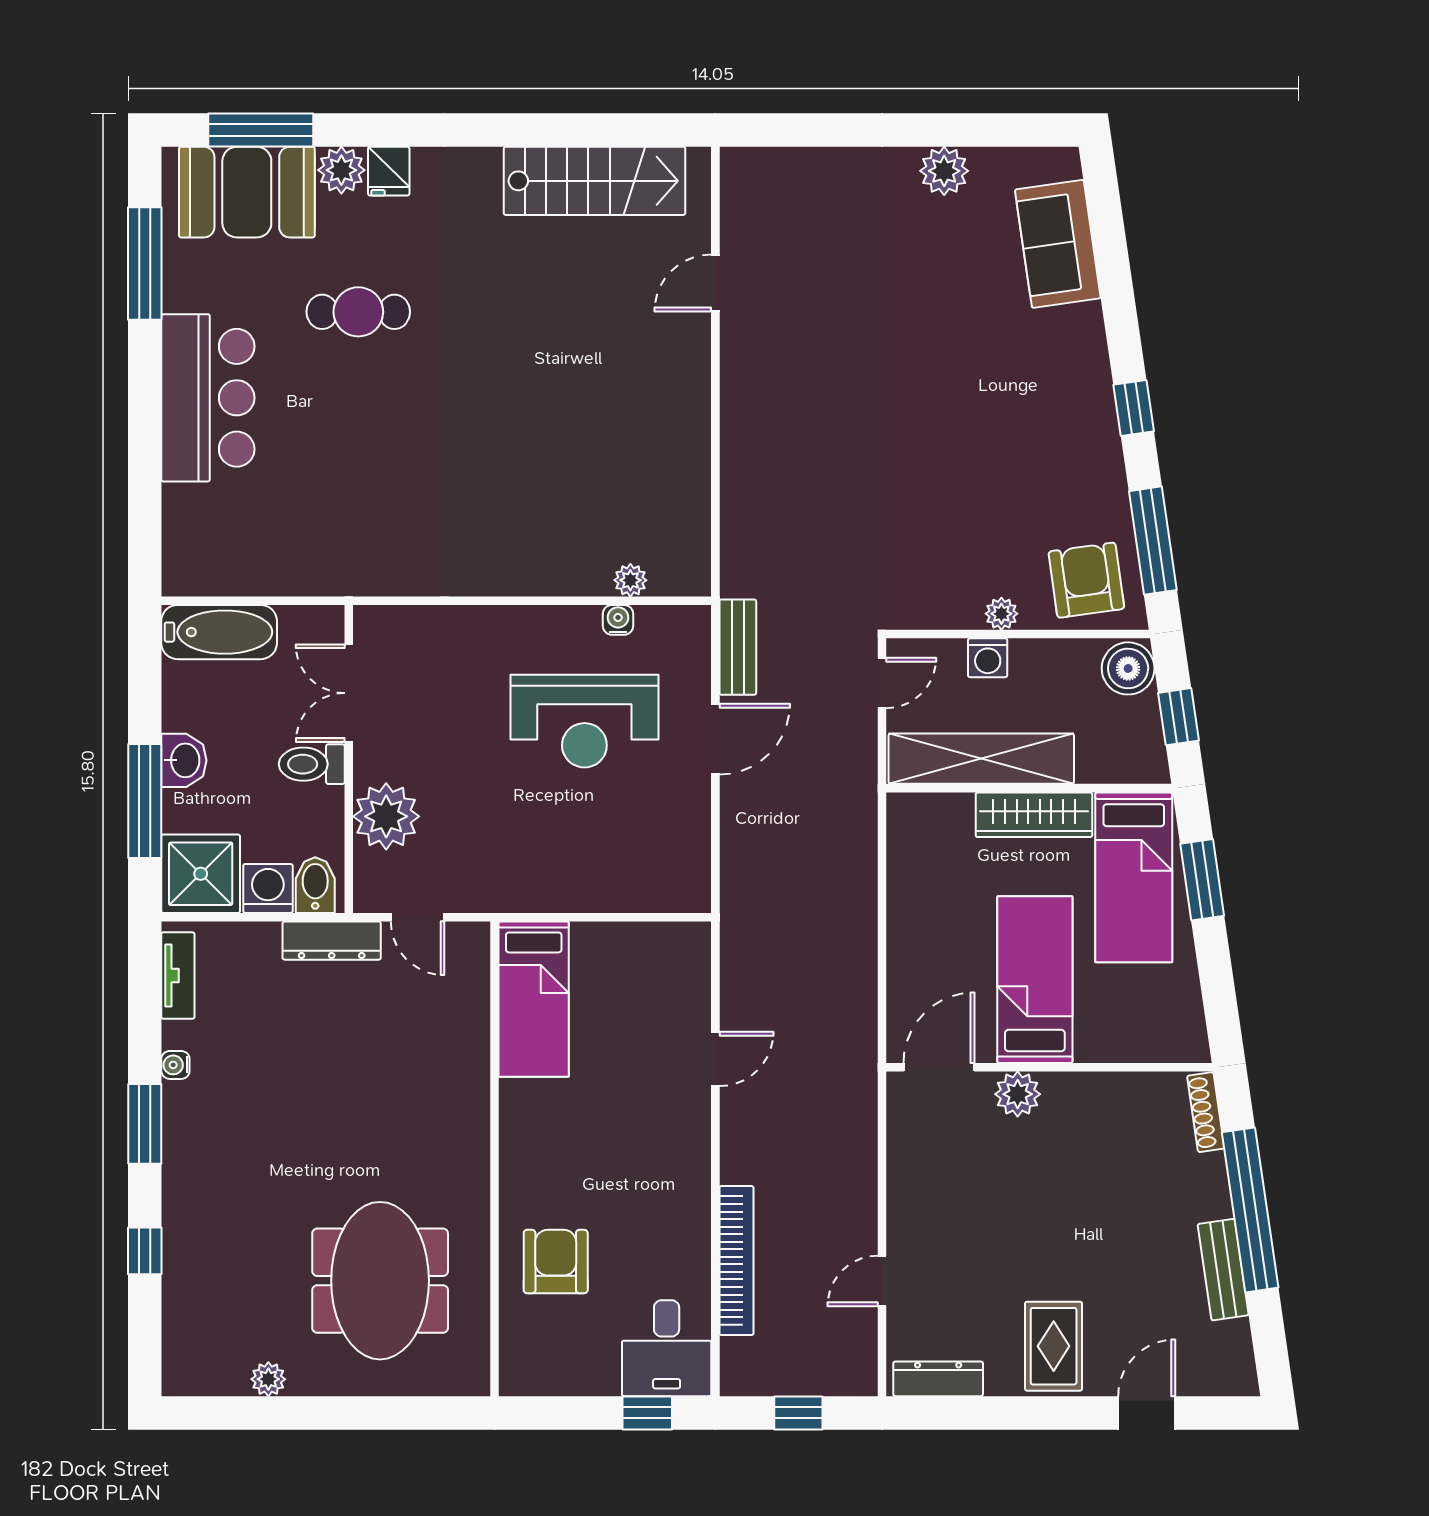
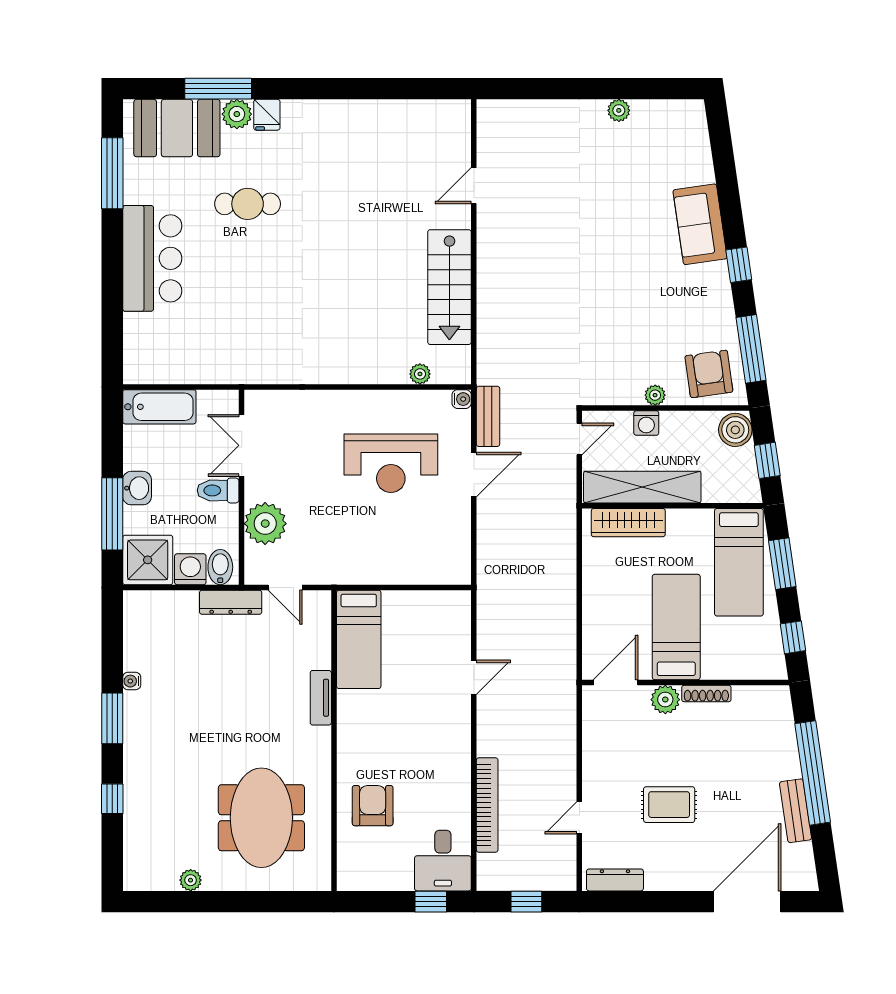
window: (261, 130) -> (218, 89), moved
plant: (944, 171) -> (619, 110), width x0.73, depth x0.73
stairs: (594, 181) -> (449, 287), moved, turned 90
sofa: (1058, 244) -> (700, 224), moved
water cooler: (618, 620) -> (462, 399), moved, turned 90
wardrobe: (1034, 815) -> (628, 523), moved
tv unit: (178, 976) -> (321, 698), moved, turned 180
window: (1219, 996) -> (793, 637), added
shoe rack: (1206, 1112) -> (706, 693), moved, turned -82
rug: (1054, 1346) -> (669, 805), moved, turned 90
door: (1147, 1413) -> (747, 902), width x1.87

